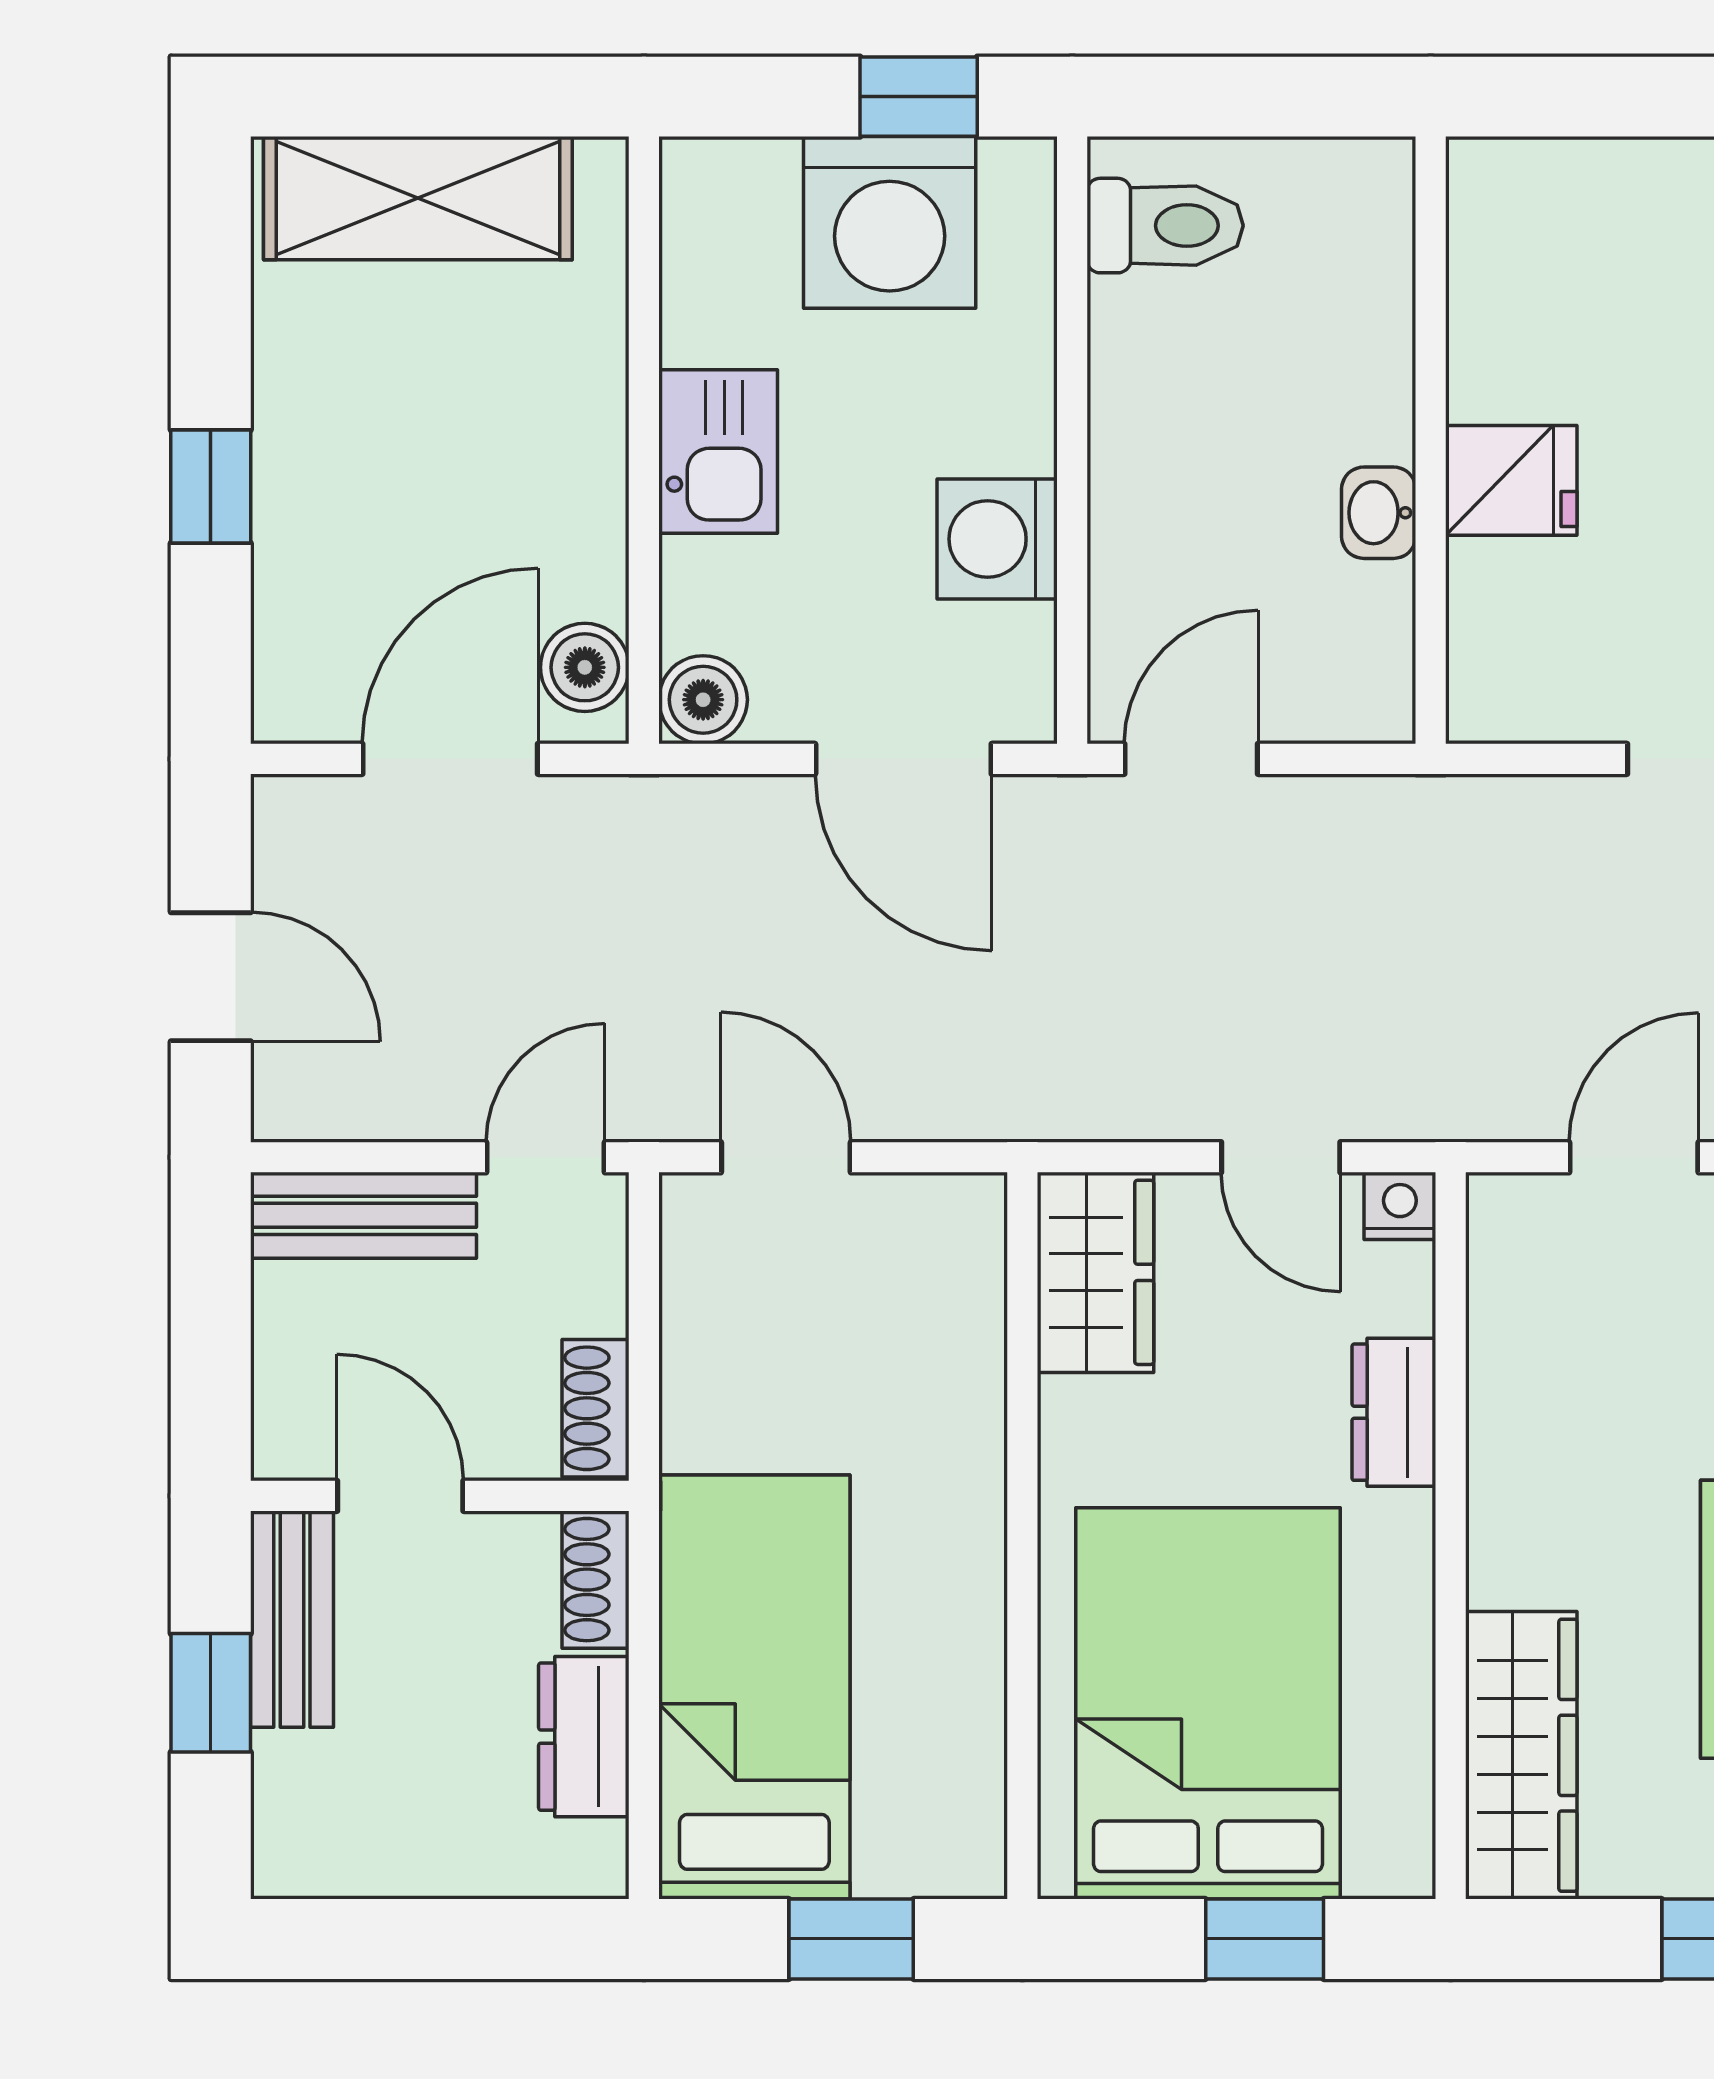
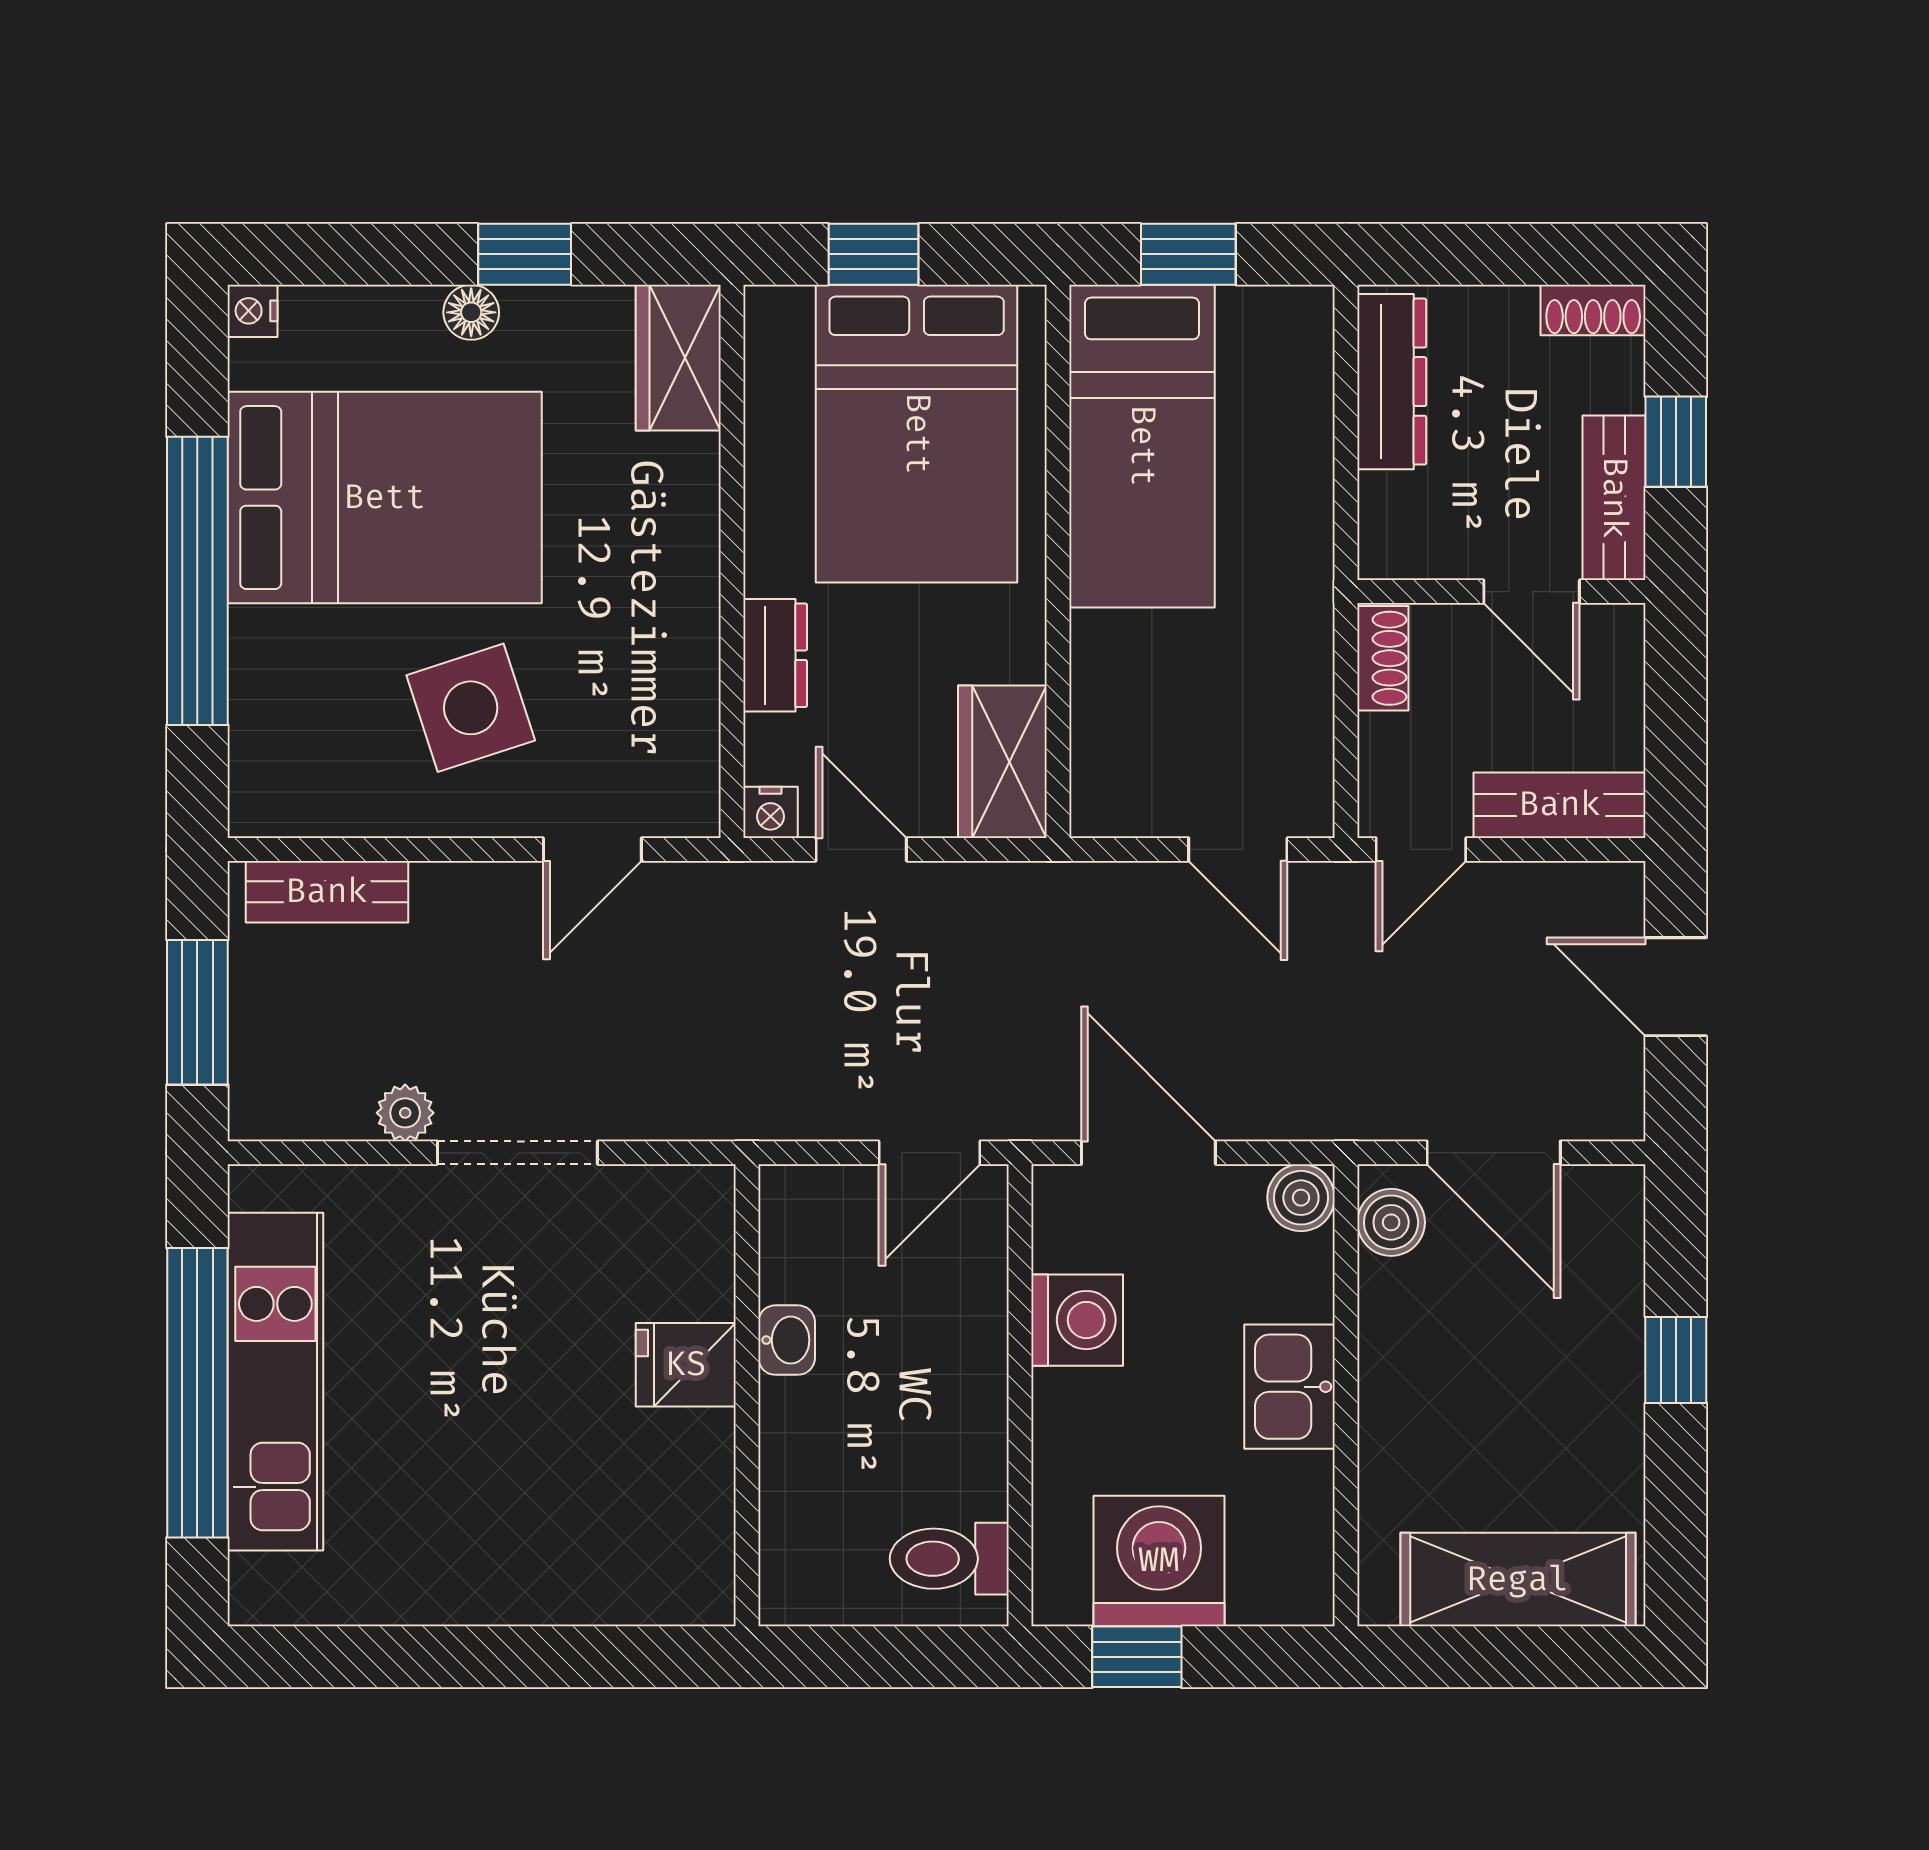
door: (450, 759) -> (1494, 1153), hinge flipped
shoe rack: (596, 1580) -> (1593, 310), moved, turned 90
bed: (754, 1687) -> (1142, 446), moved
dresser: (584, 1737) -> (1392, 382), width x1.44
wardrobe: (1521, 1755) -> (678, 358), width x0.67

